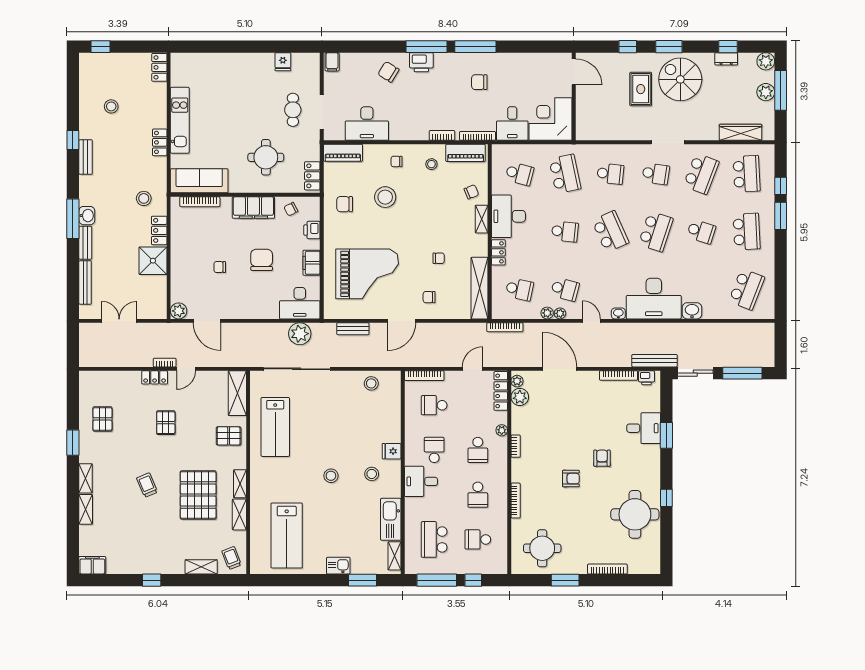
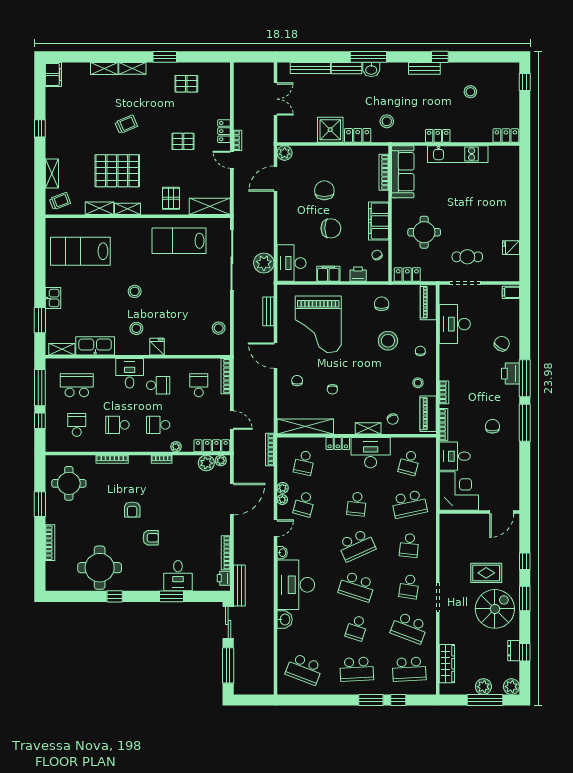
chair: (220, 267) -> (324, 190), width x1.87, depth x1.87

